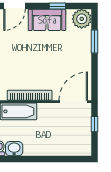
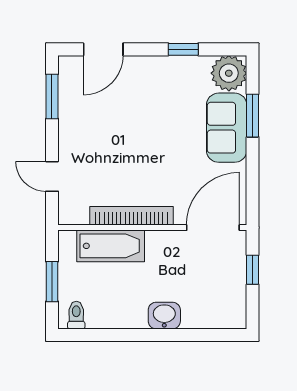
sofa: (47, 20) -> (227, 128), moved, turned 90
washbasin: (14, 149) -> (164, 316), moved

